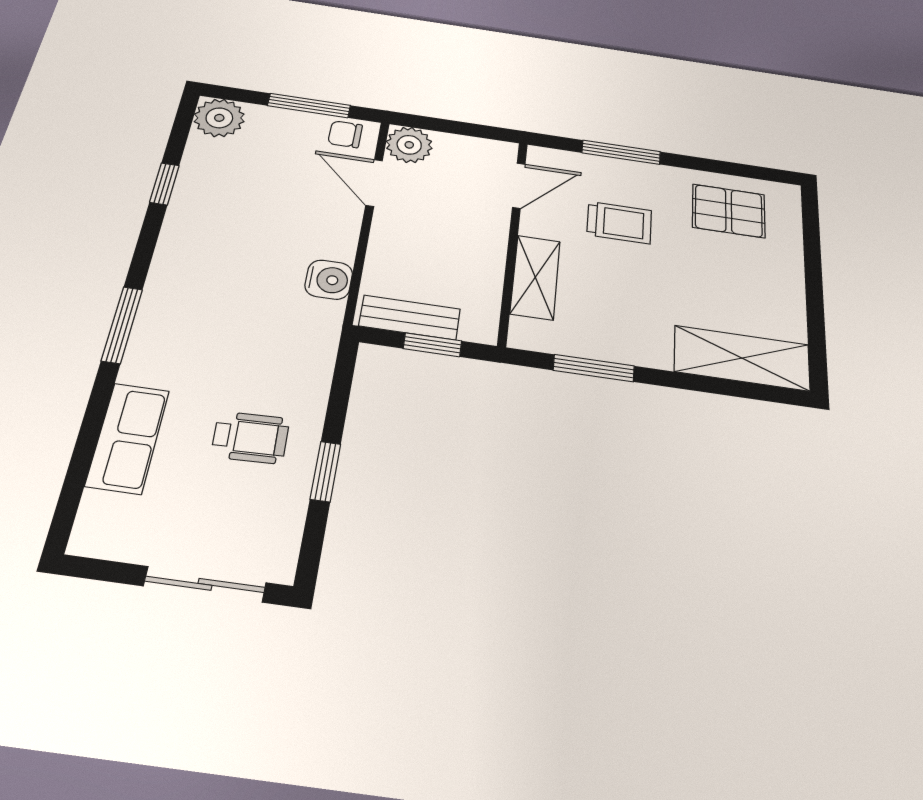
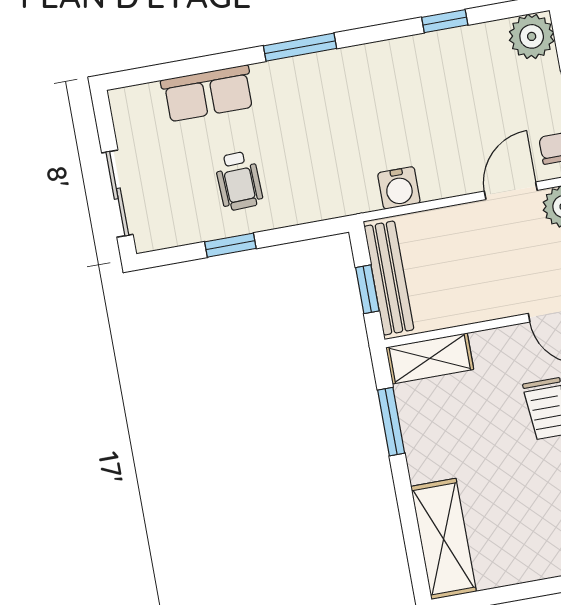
shelving: (535, 277) -> (430, 358), moved
bench: (410, 317) -> (389, 278), width x1.36

